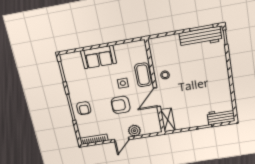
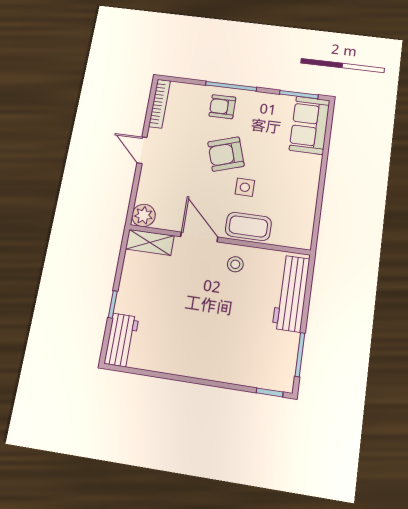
workbench: (200, 37) -> (291, 293), moved
sofa: (99, 57) -> (310, 125), moved
armchair: (121, 105) -> (226, 154), moved, turned -108
plant: (134, 131) -> (144, 215), moved

